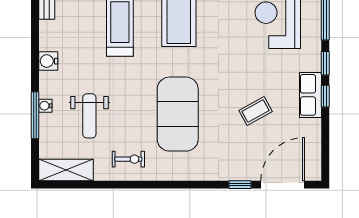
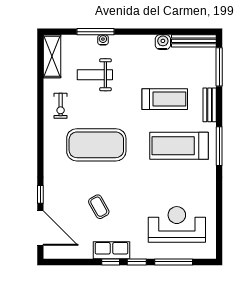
water cooler: (48, 61) -> (163, 42), moved

